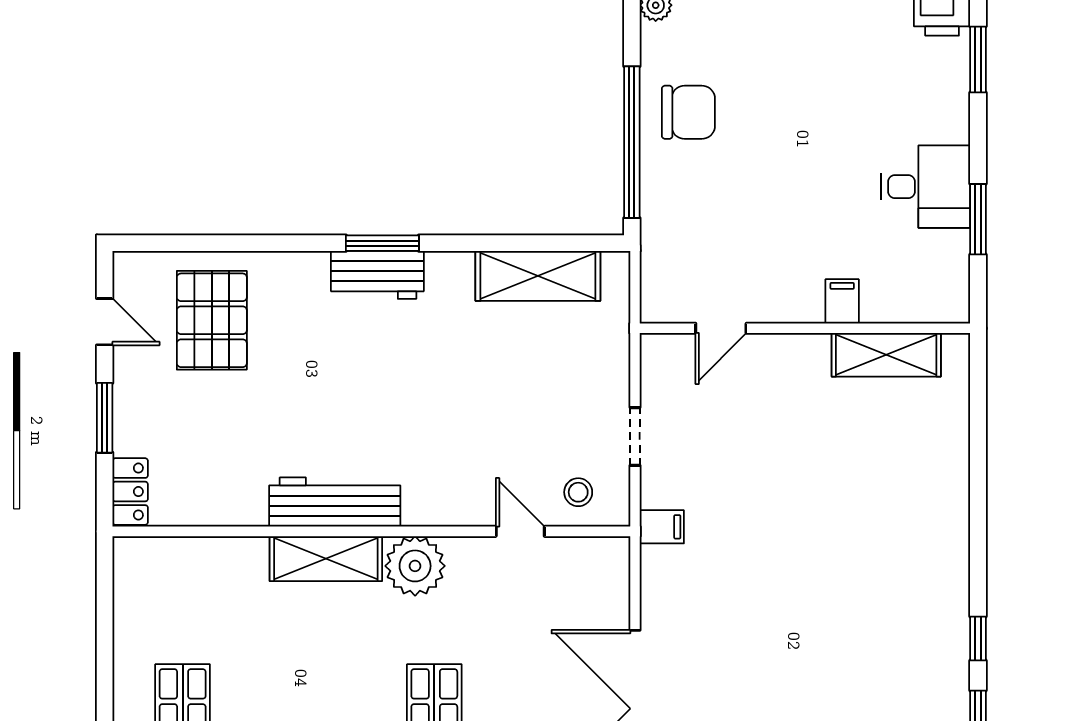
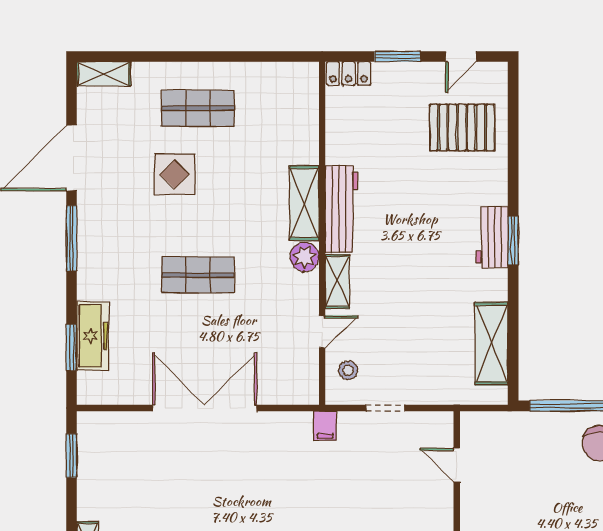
shelving: (444, 508) -> (337, 281), added
plant: (415, 566) -> (305, 257), width x0.73, depth x0.73

